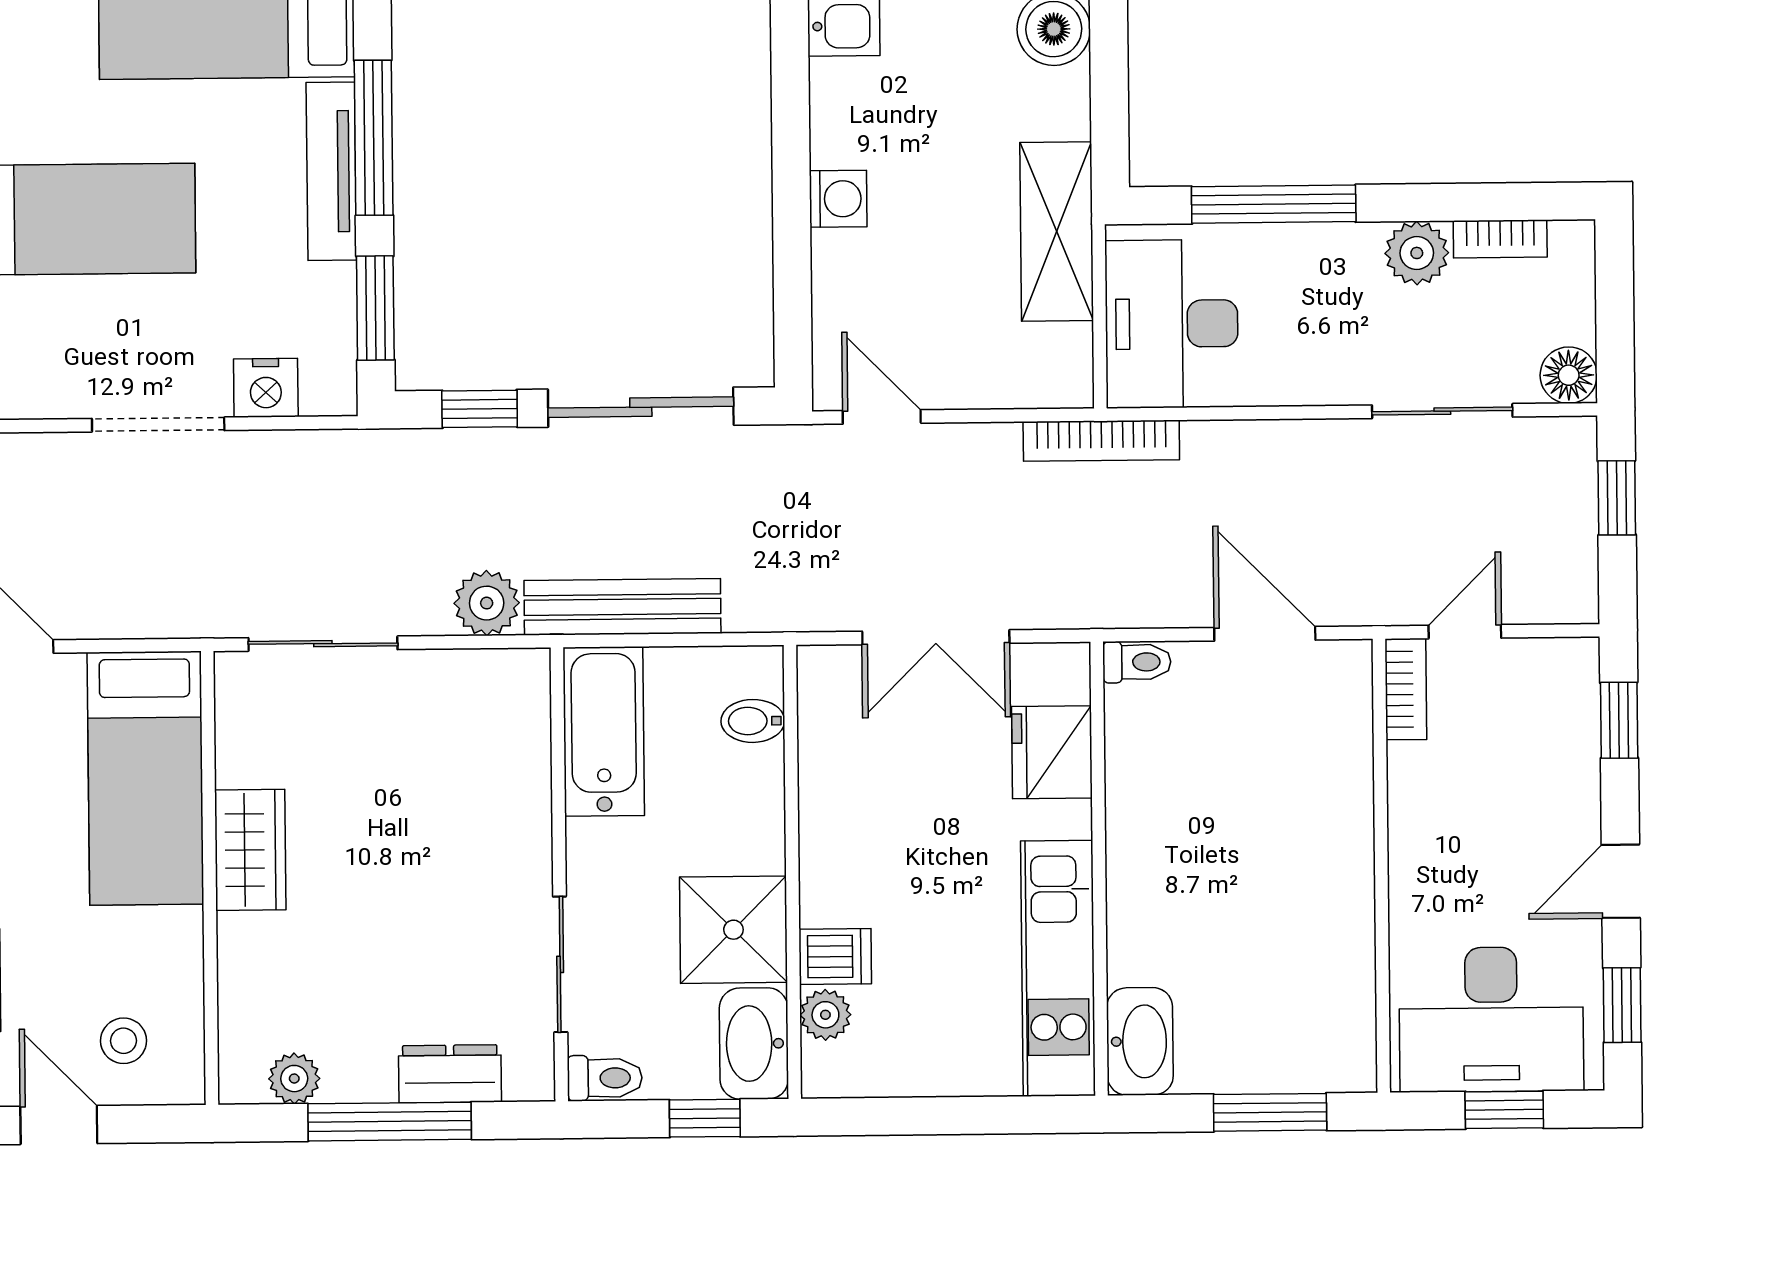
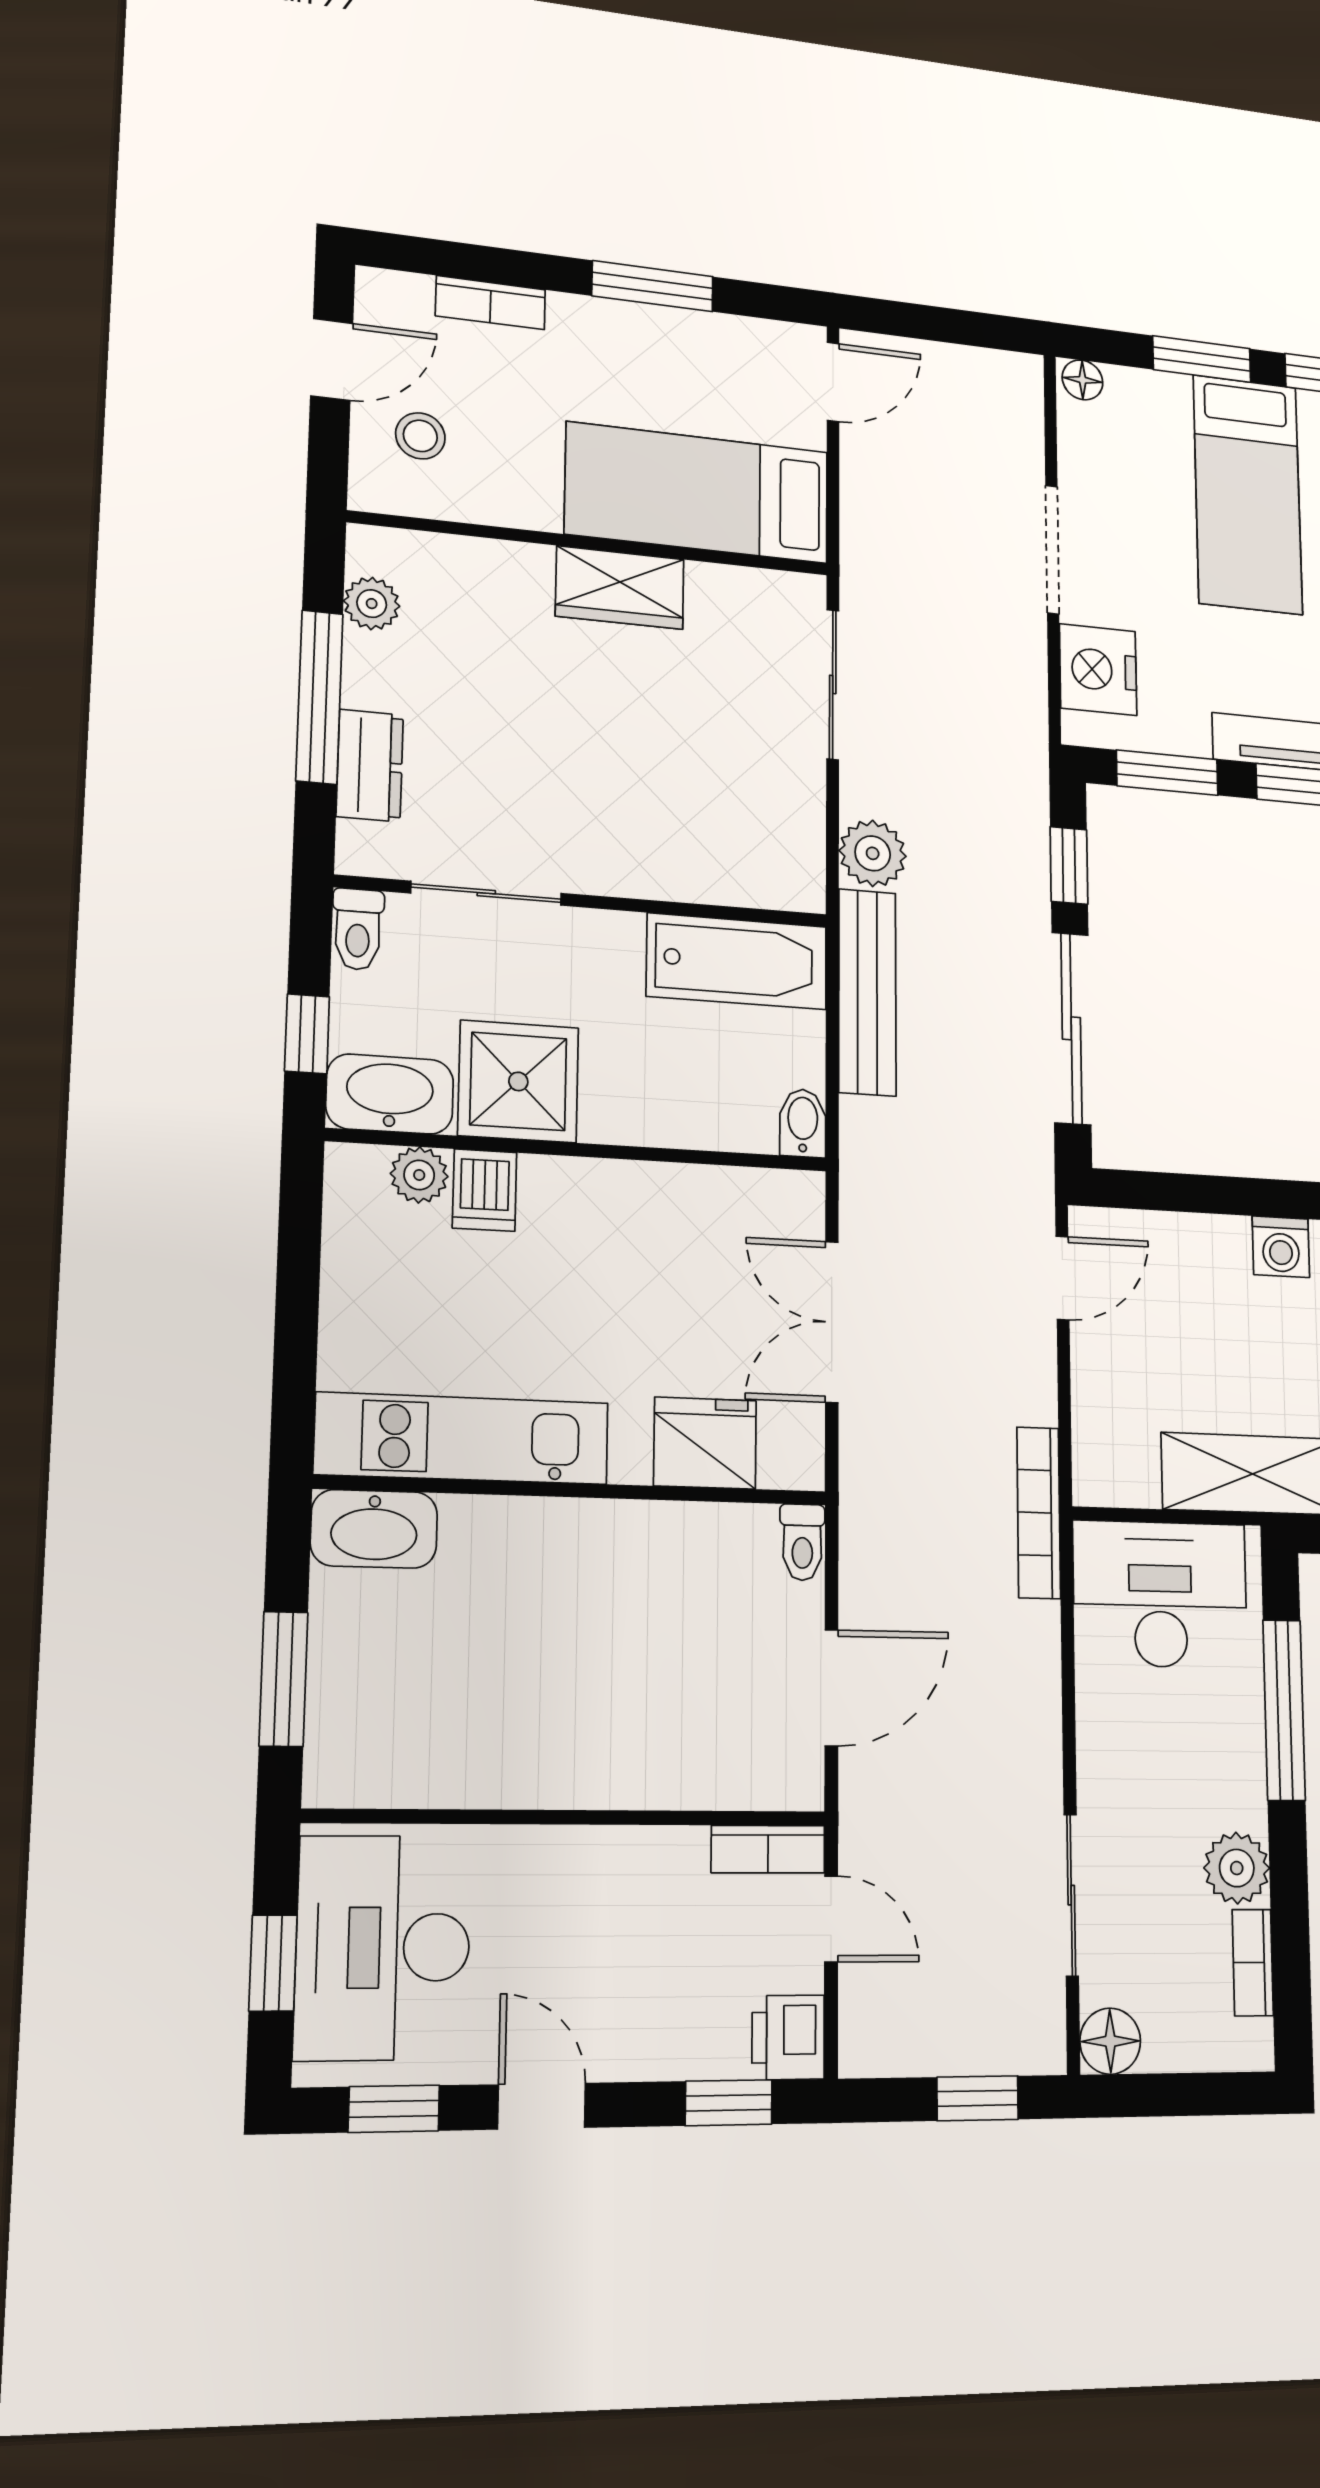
nightstand: (266, 388) -> (1098, 670), width x1.36, depth x1.33
printer: (1565, 669) -> (788, 2037), added
bidet: (753, 721) -> (803, 1123), moved

